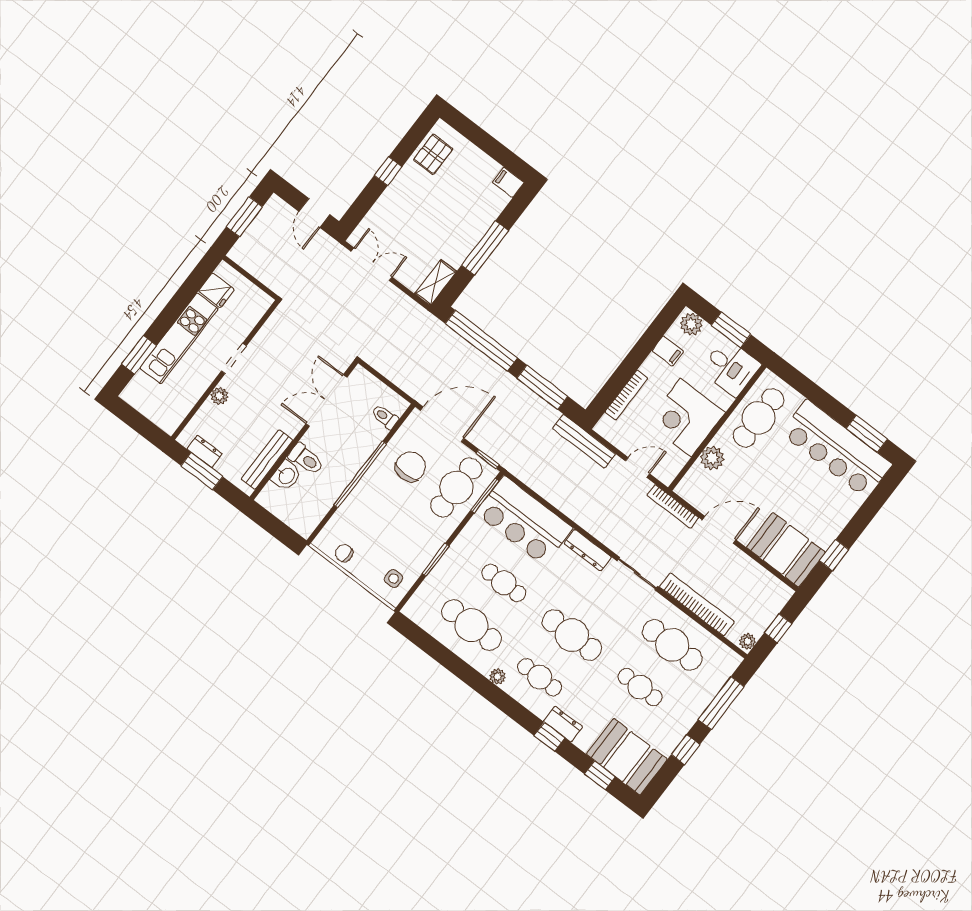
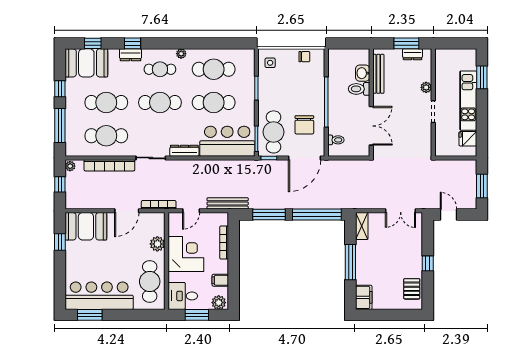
filing cabinet: (508, 182) -> (364, 297), width x2.00
cafe table: (504, 583) -> (214, 103), width x1.37, depth x1.35
cafe table: (640, 687) -> (106, 103), width x1.37, depth x1.35

